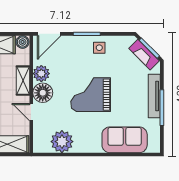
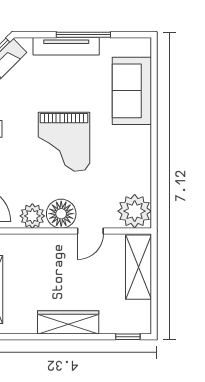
shelving: (23, 81) -> (43, 243), removed
plant: (62, 142) -> (135, 211), moved

